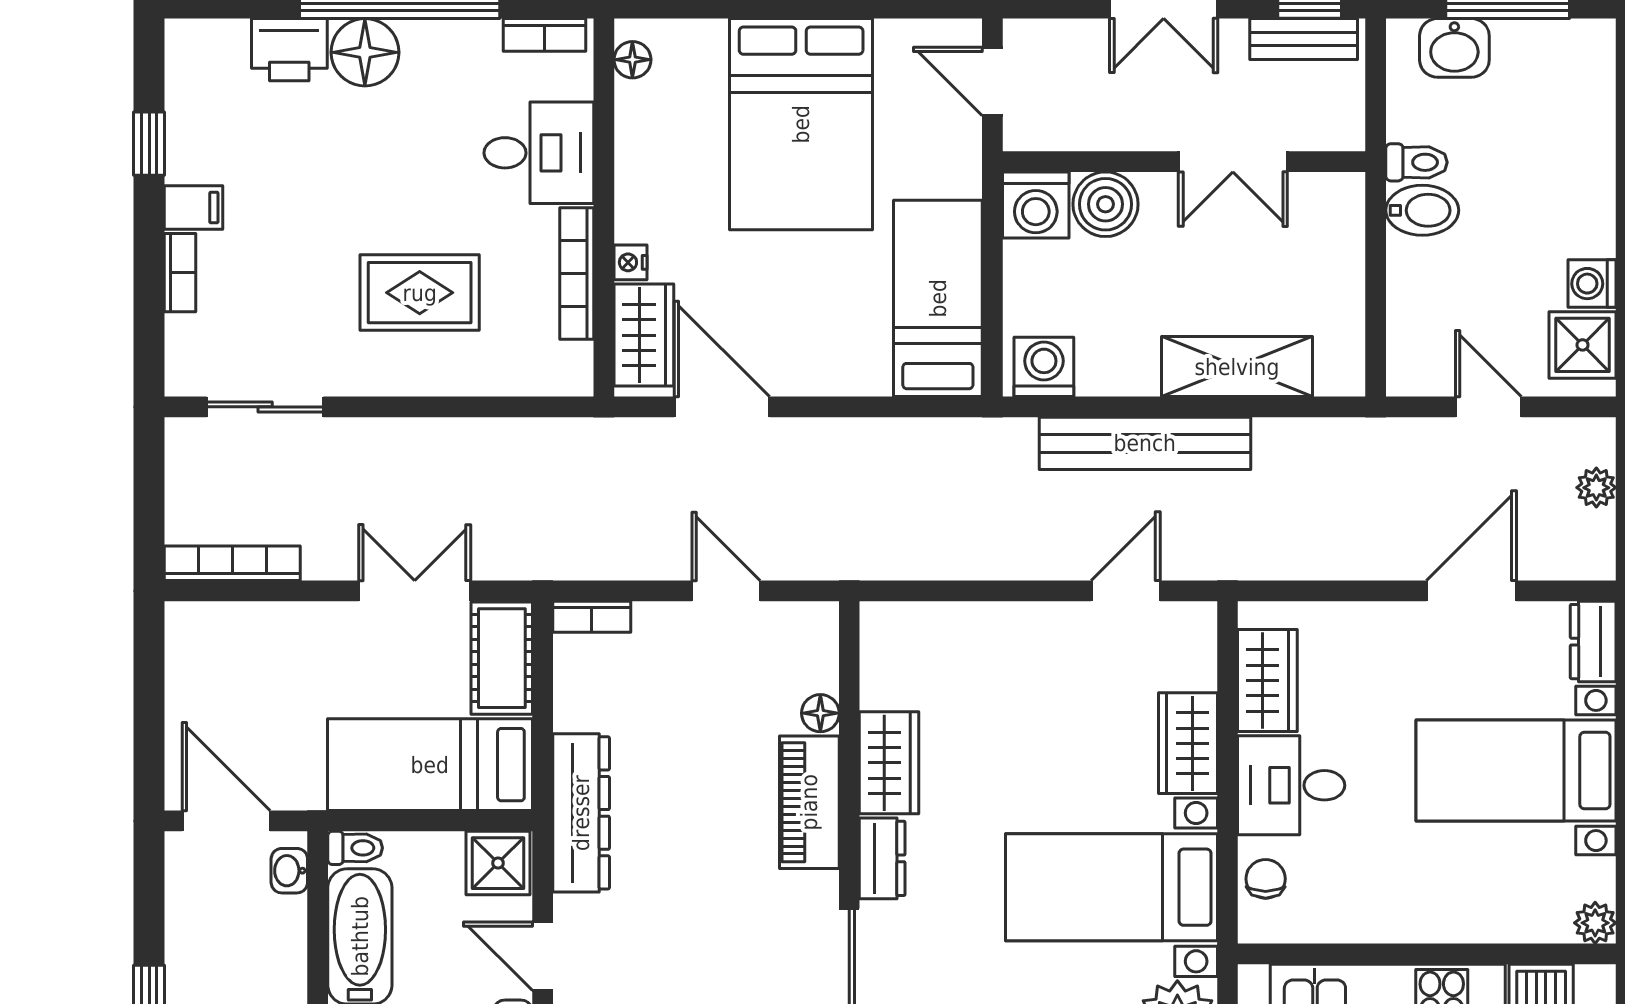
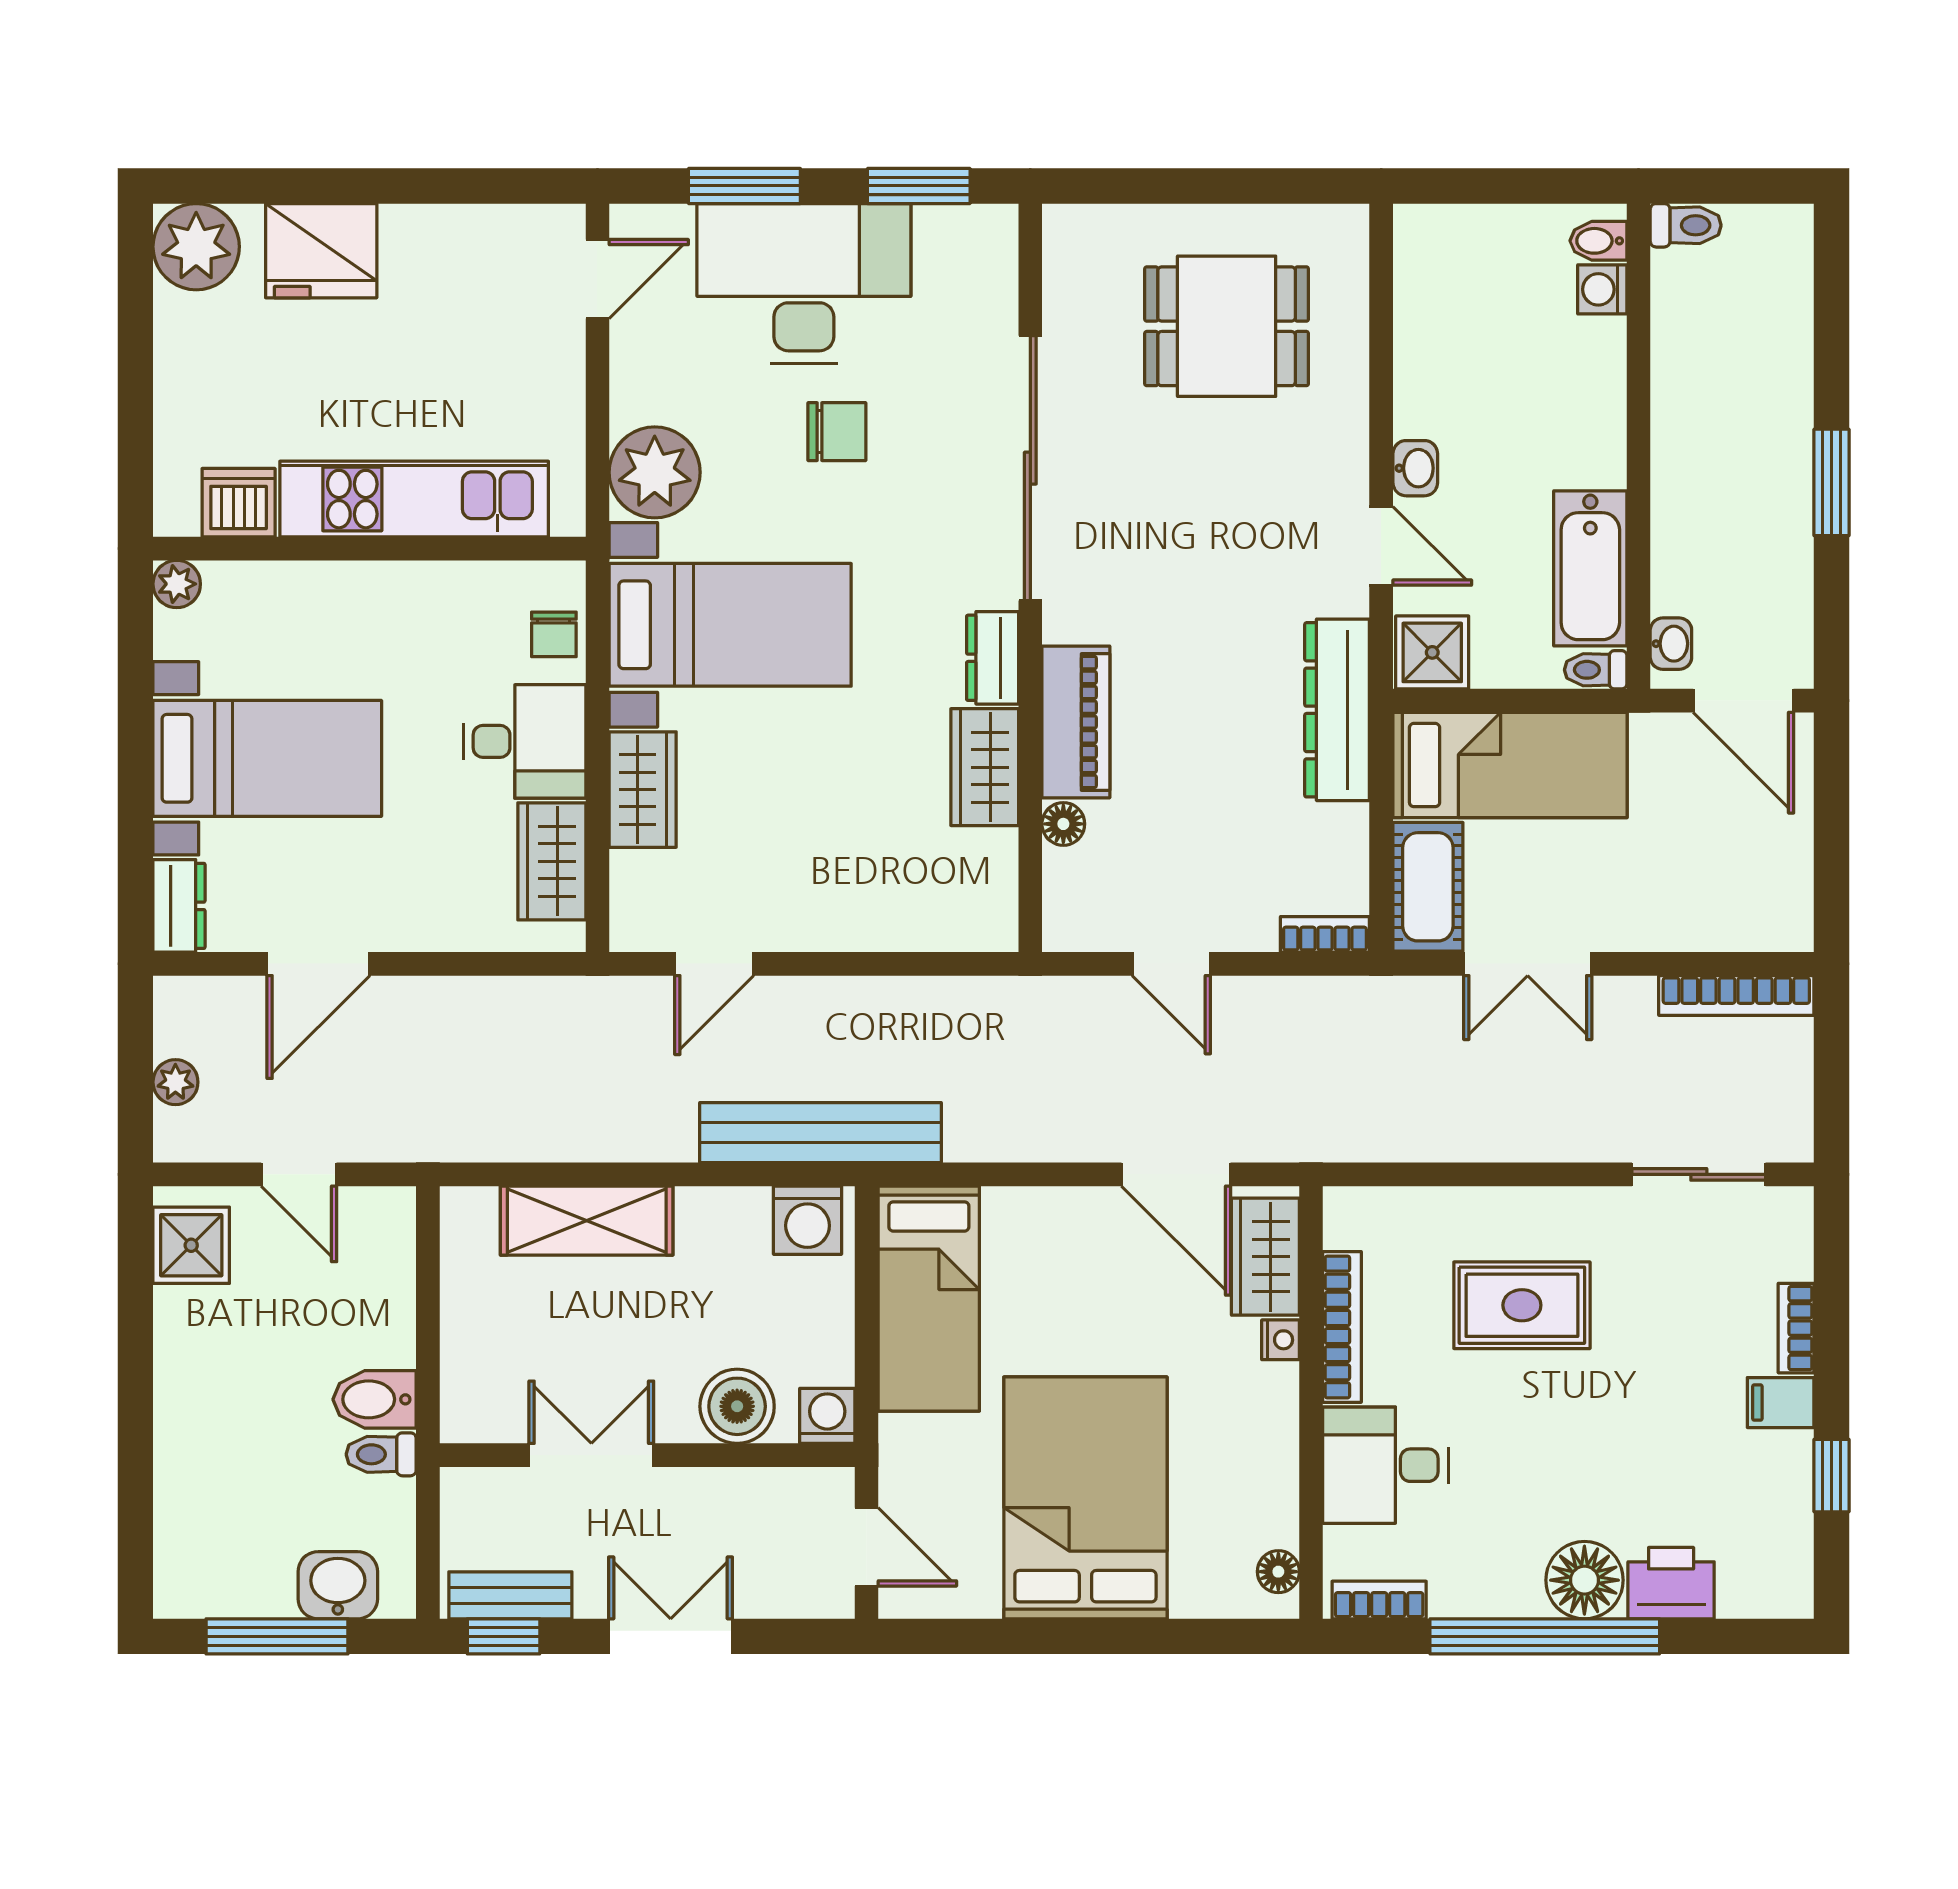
washing machine: (1036, 205) -> (827, 1416), width x0.73, depth x0.73
washing machine: (1592, 284) -> (180, 1316), removed
bench: (1145, 443) -> (821, 1133), moved

